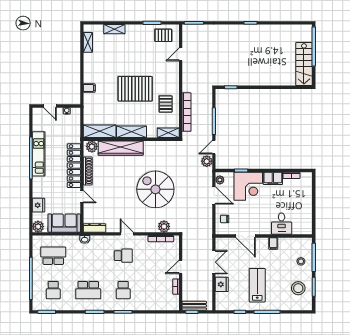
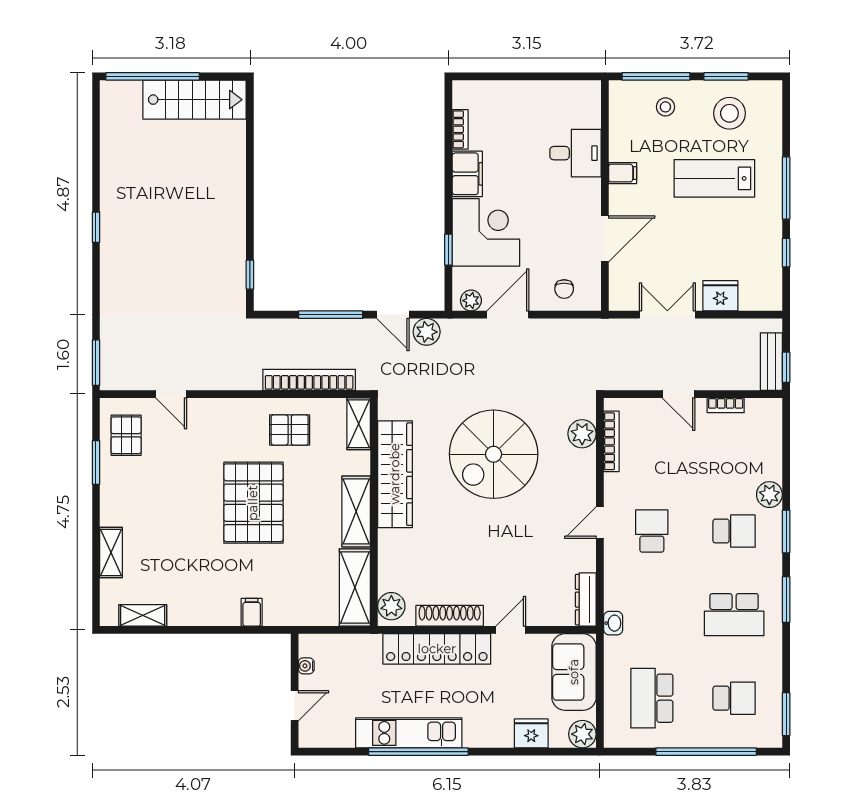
wardrobe: (121, 148) -> (395, 474), moved
lab bench: (257, 285) -> (714, 178), moved
school desk: (88, 290) -> (734, 615), turned 90
plant: (139, 305) -> (769, 495), added

